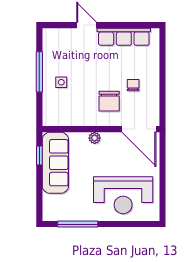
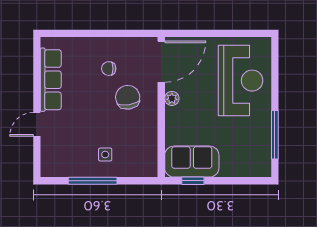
chair: (109, 101) -> (128, 97), turned -98
plant: (95, 138) -> (172, 98), moved
sofa: (55, 163) -> (192, 162), width x0.73

